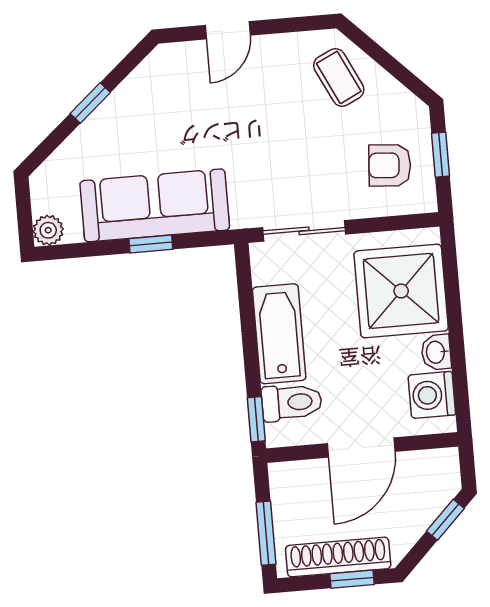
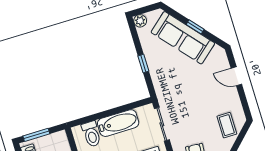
coffee table: (339, 77) -> (227, 125), turned -64
sofa: (155, 205) -> (183, 38), moved, turned 139
window: (256, 419) -> (82, 121), removed

